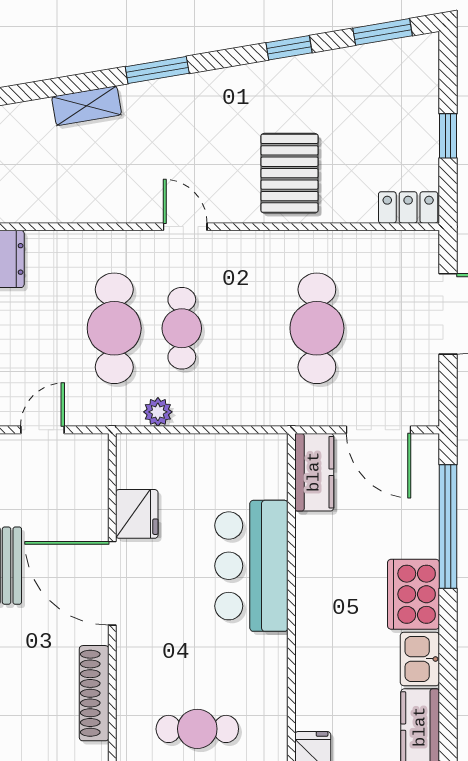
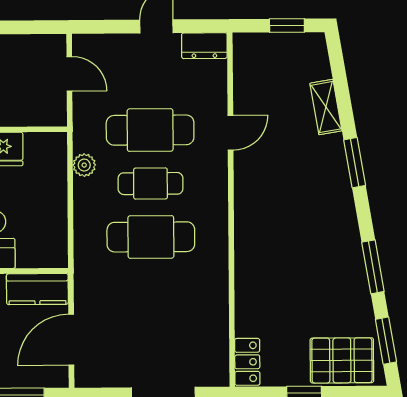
window: (289, 48) -> (373, 267), width x1.50
pallet: (289, 173) -> (342, 360), moved
door: (185, 227) -> (230, 133), moved
cafe table: (317, 328) -> (151, 237), moved

